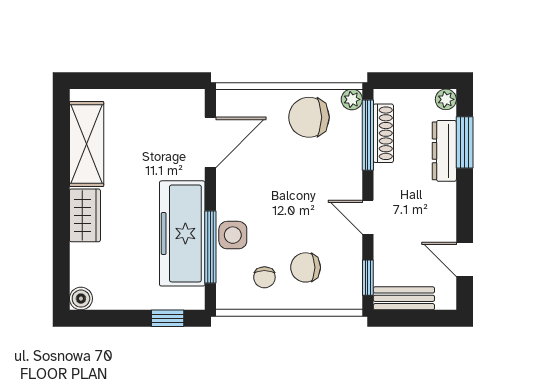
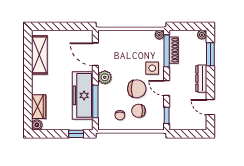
chair: (309, 117) -> (137, 89), moved, turned 180
door: (210, 142) -> (95, 54), swing flipped
dresser: (444, 151) -> (201, 79), moved
plant: (231, 193) -> (105, 77), added
wardrobe: (85, 215) -> (39, 107), moved
side table: (233, 235) -> (152, 68), moved
bench: (404, 298) -> (183, 125), removed

